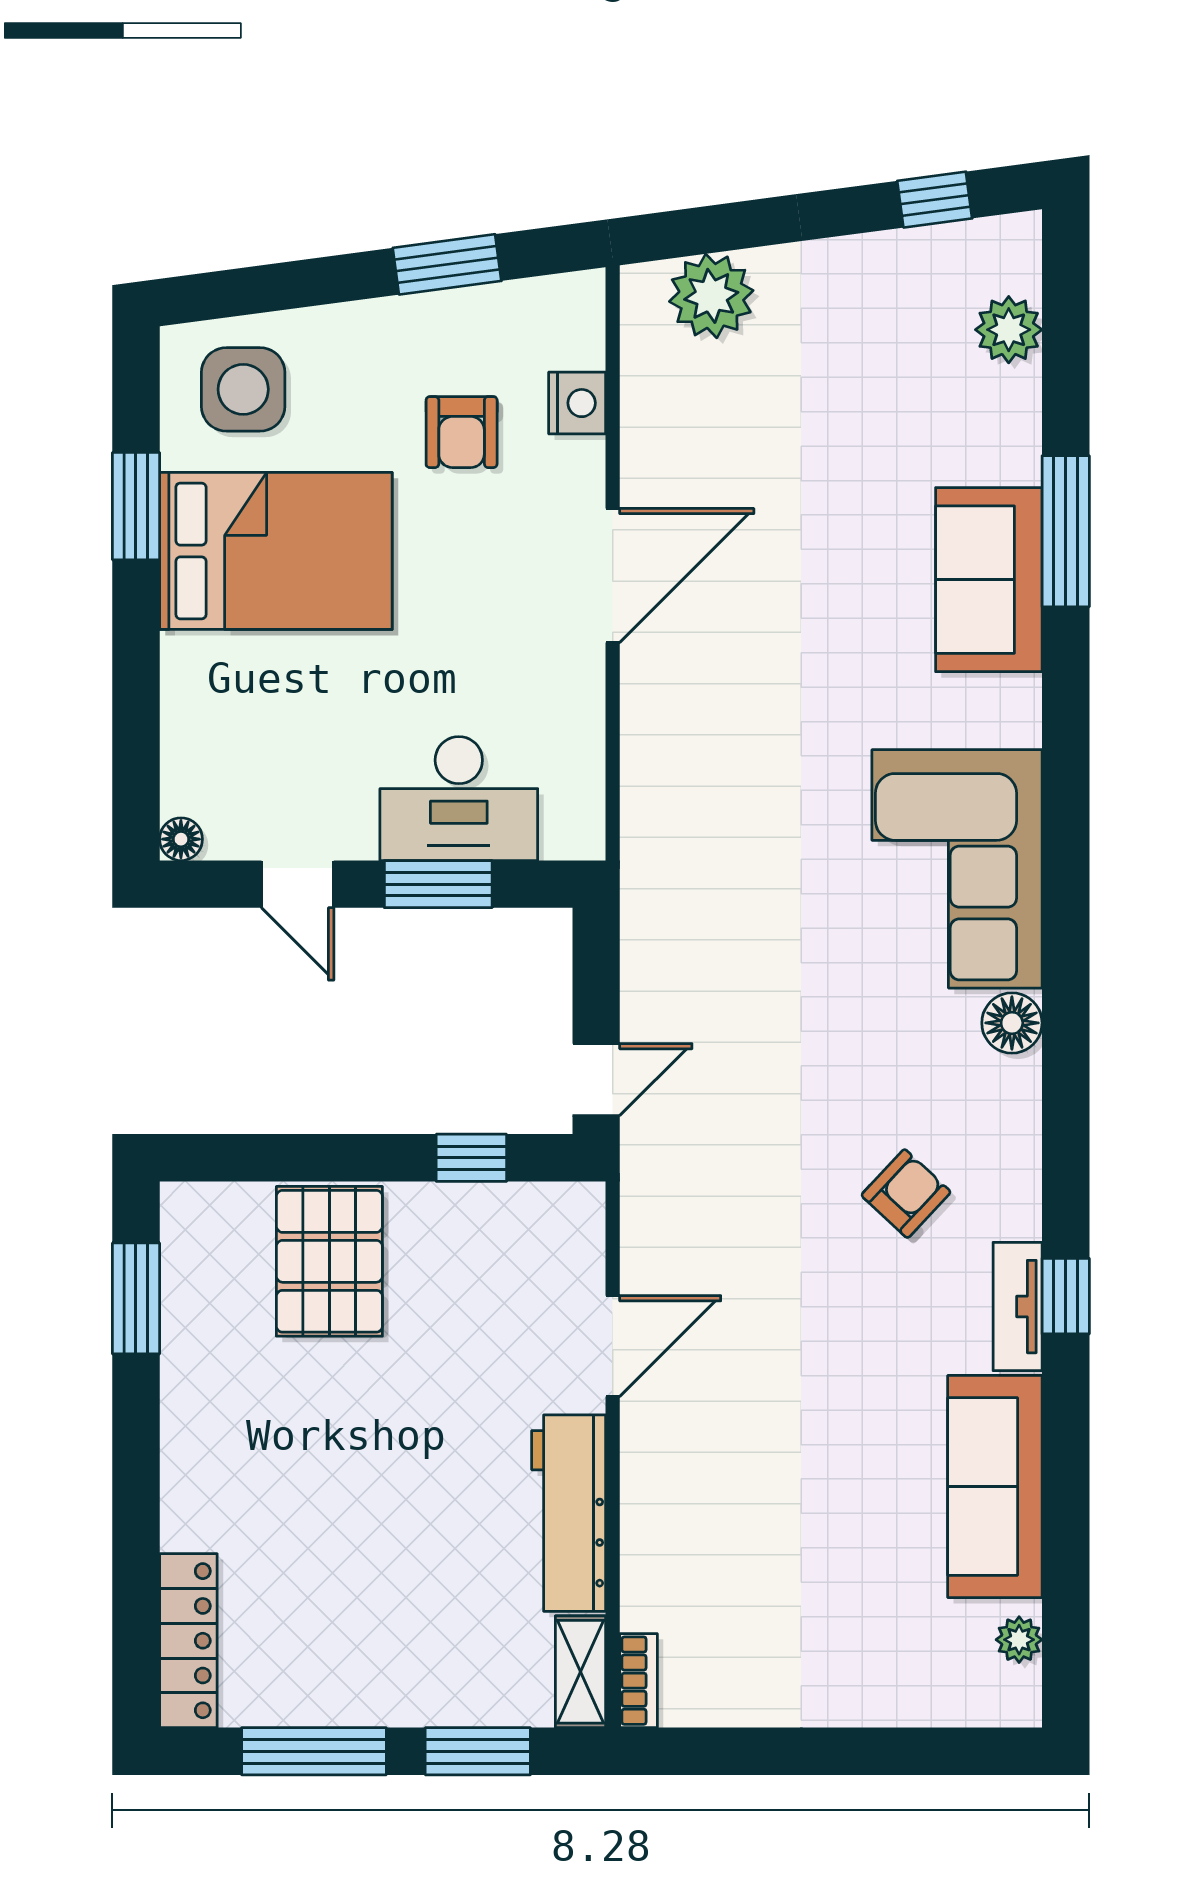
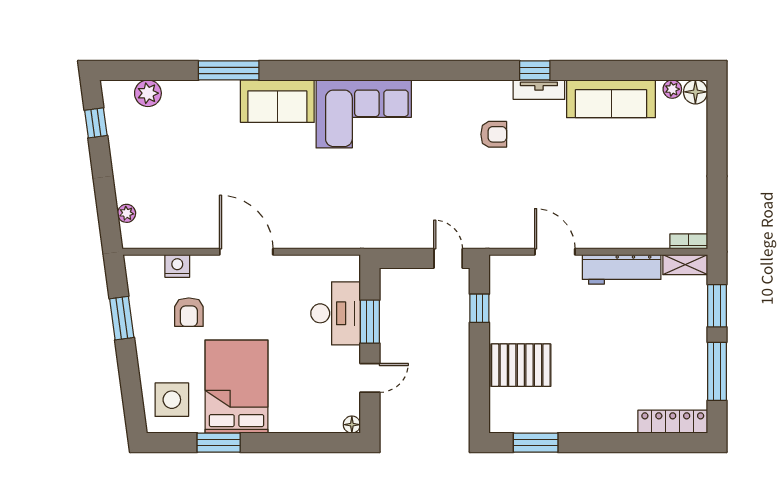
plant: (711, 296) -> (127, 213), width x0.53, depth x0.53
armchair: (462, 432) -> (189, 312), turned 90
sofa: (989, 580) -> (277, 101), moved
floor lamp: (1012, 1023) -> (695, 92), moved
armchair: (906, 1194) -> (494, 134), turned 137

